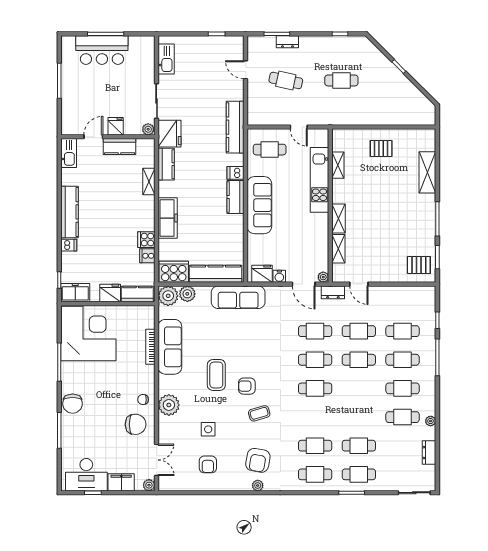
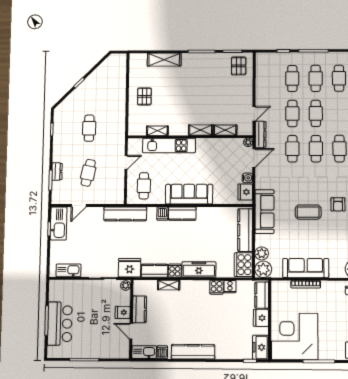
kitchen sink: (223, 45) -> (59, 223), added
cooker: (166, 189) -> (175, 271), added
dishwasher: (69, 245) -> (162, 352), moved
dresser: (333, 292) -> (261, 134), width x1.44
coffee table: (216, 375) -> (308, 212), moved

